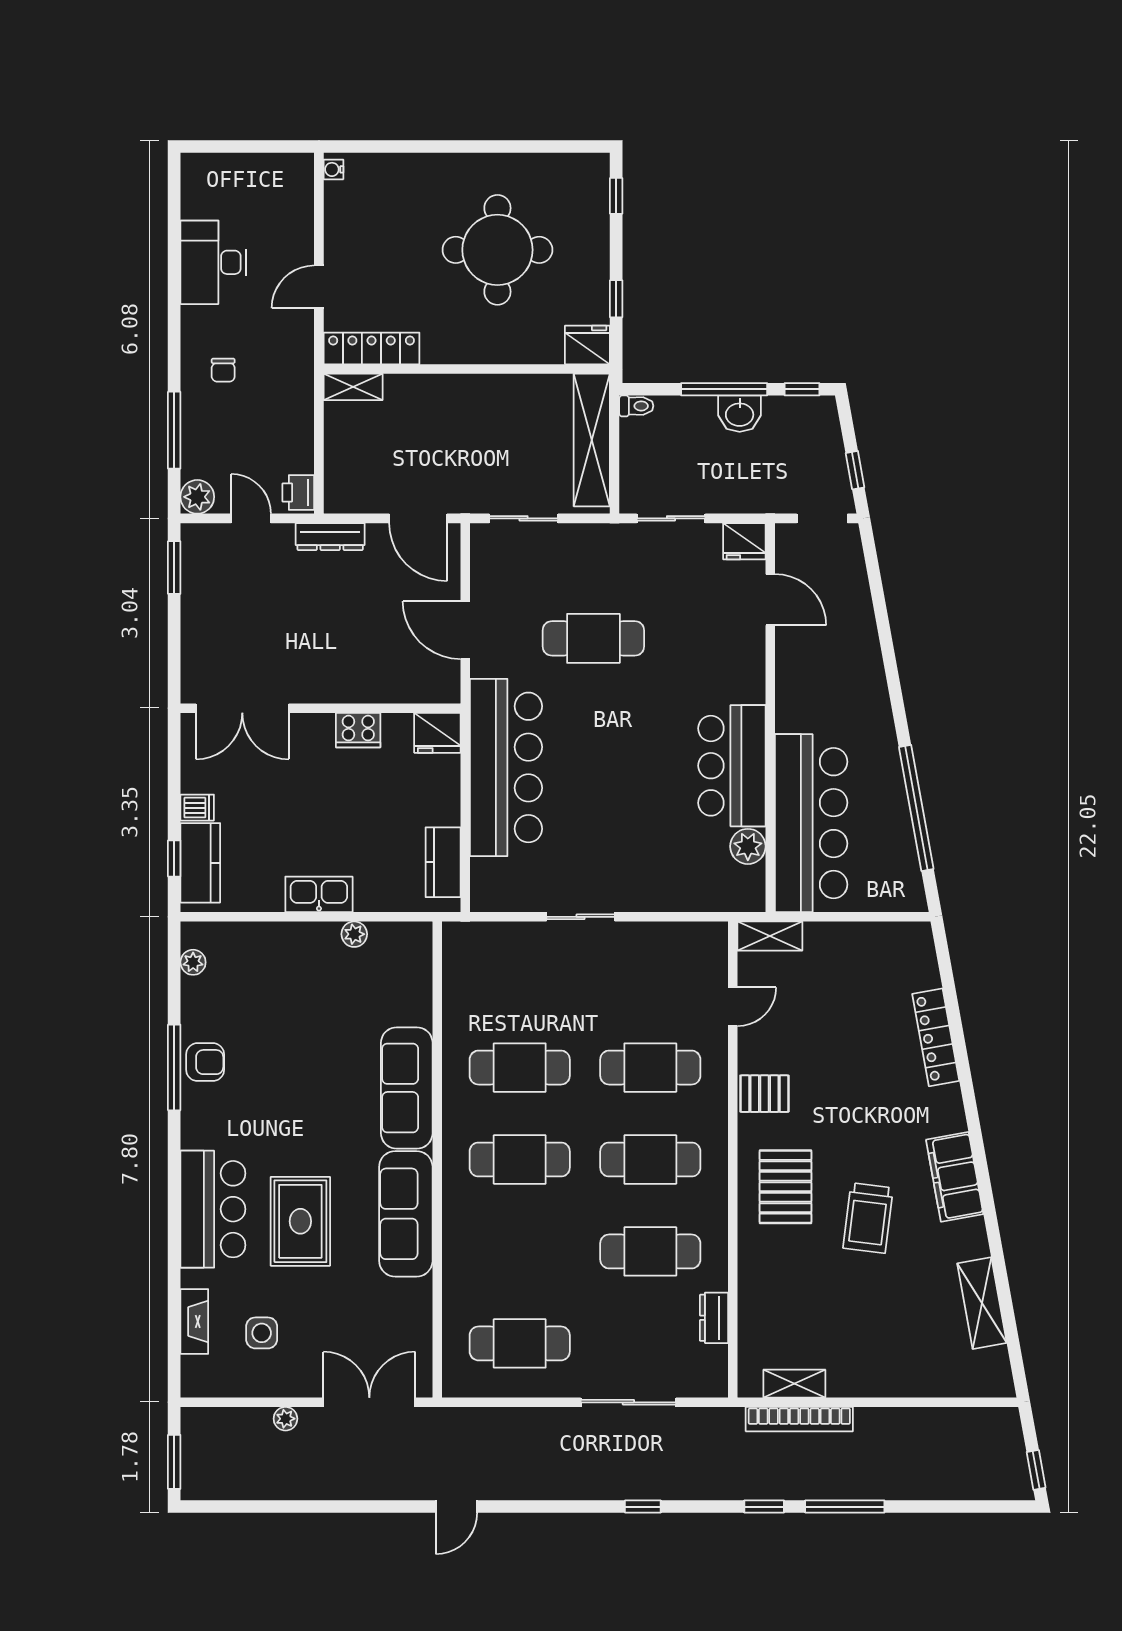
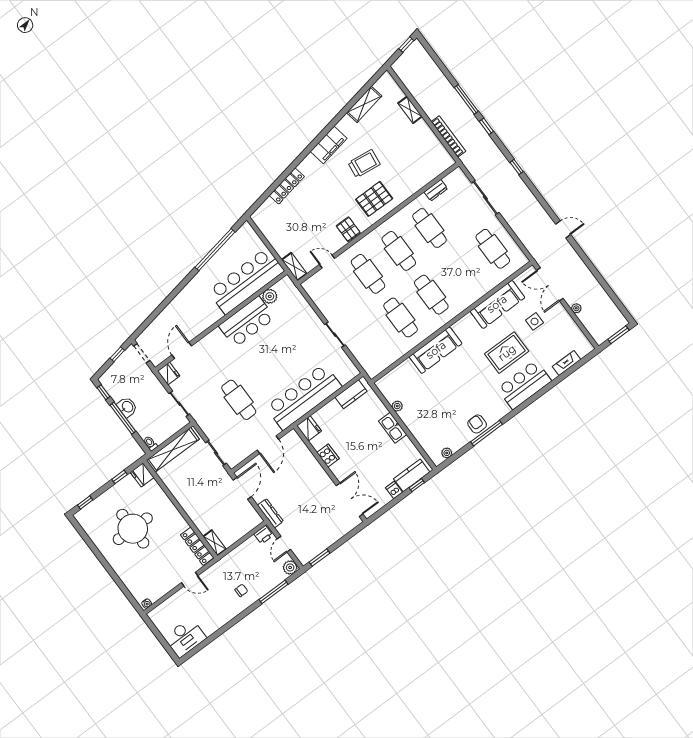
desk: (213, 262) -> (185, 638), moved
sofa: (406, 1214) -> (497, 304), moved
side table: (262, 1333) -> (535, 321), moved
shelving: (794, 1384) -> (410, 110), moved

